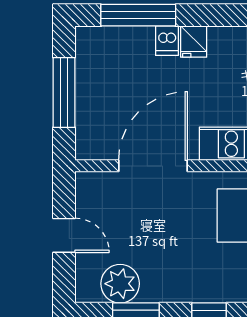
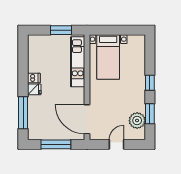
dishwasher: (167, 41) -> (34, 78), moved
door: (153, 166) -> (87, 119), moved

